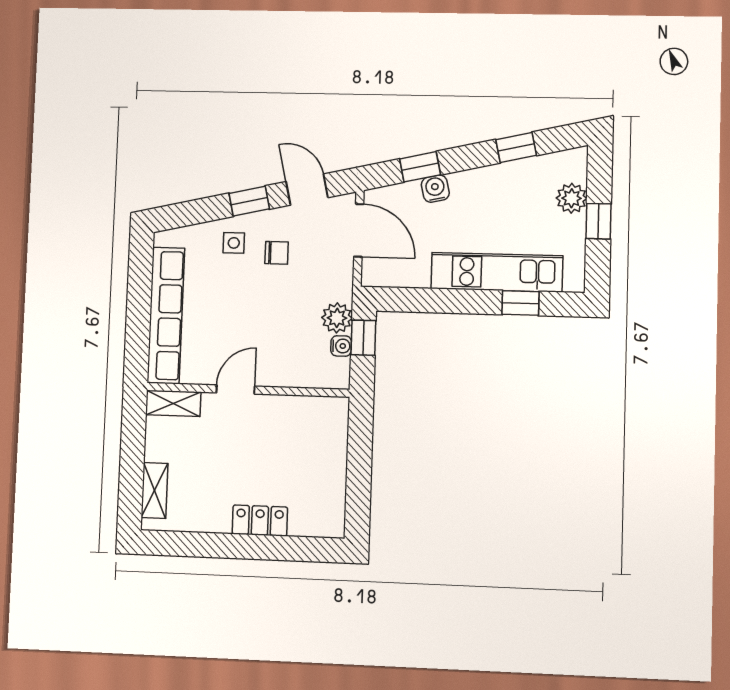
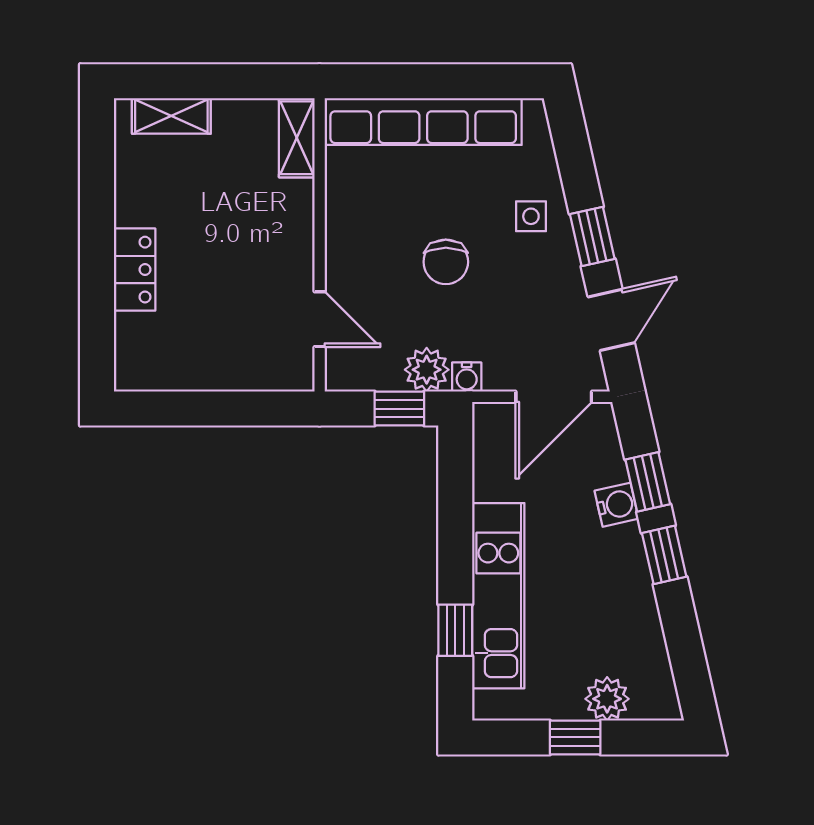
window: (516, 147) -> (664, 555), moved
chair: (277, 253) -> (446, 262), moved, width x1.37, depth x1.37
water cooler: (341, 346) -> (467, 377), moved
door: (236, 389) -> (320, 319), moved

